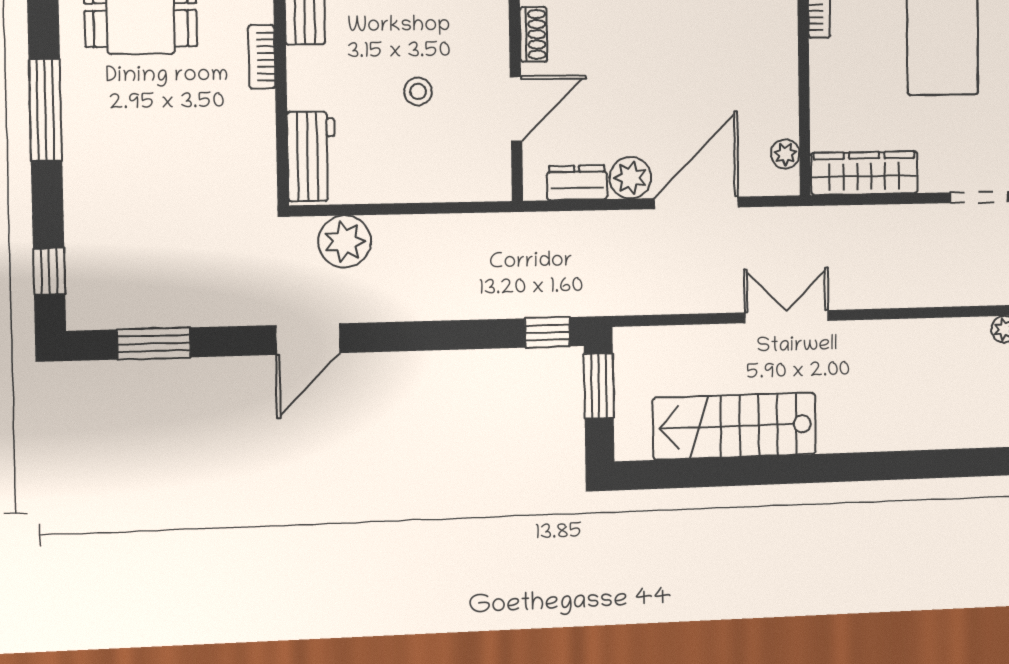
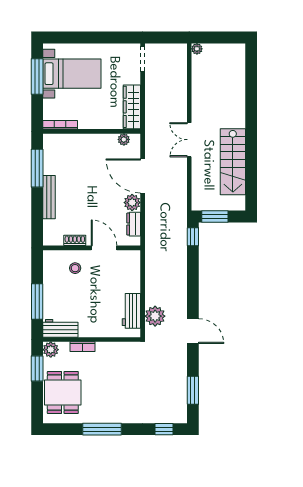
stool: (418, 91) -> (75, 268), moved
workbench: (311, 156) -> (131, 311), moved, turned -90

